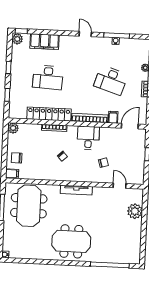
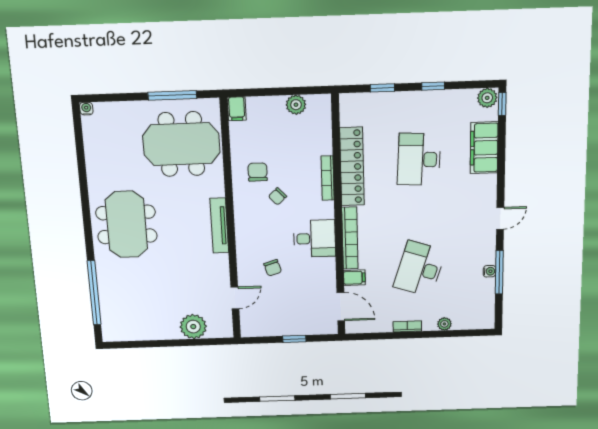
plant: (13, 128) -> (296, 105), moved
chair: (17, 158) -> (258, 172), moved

